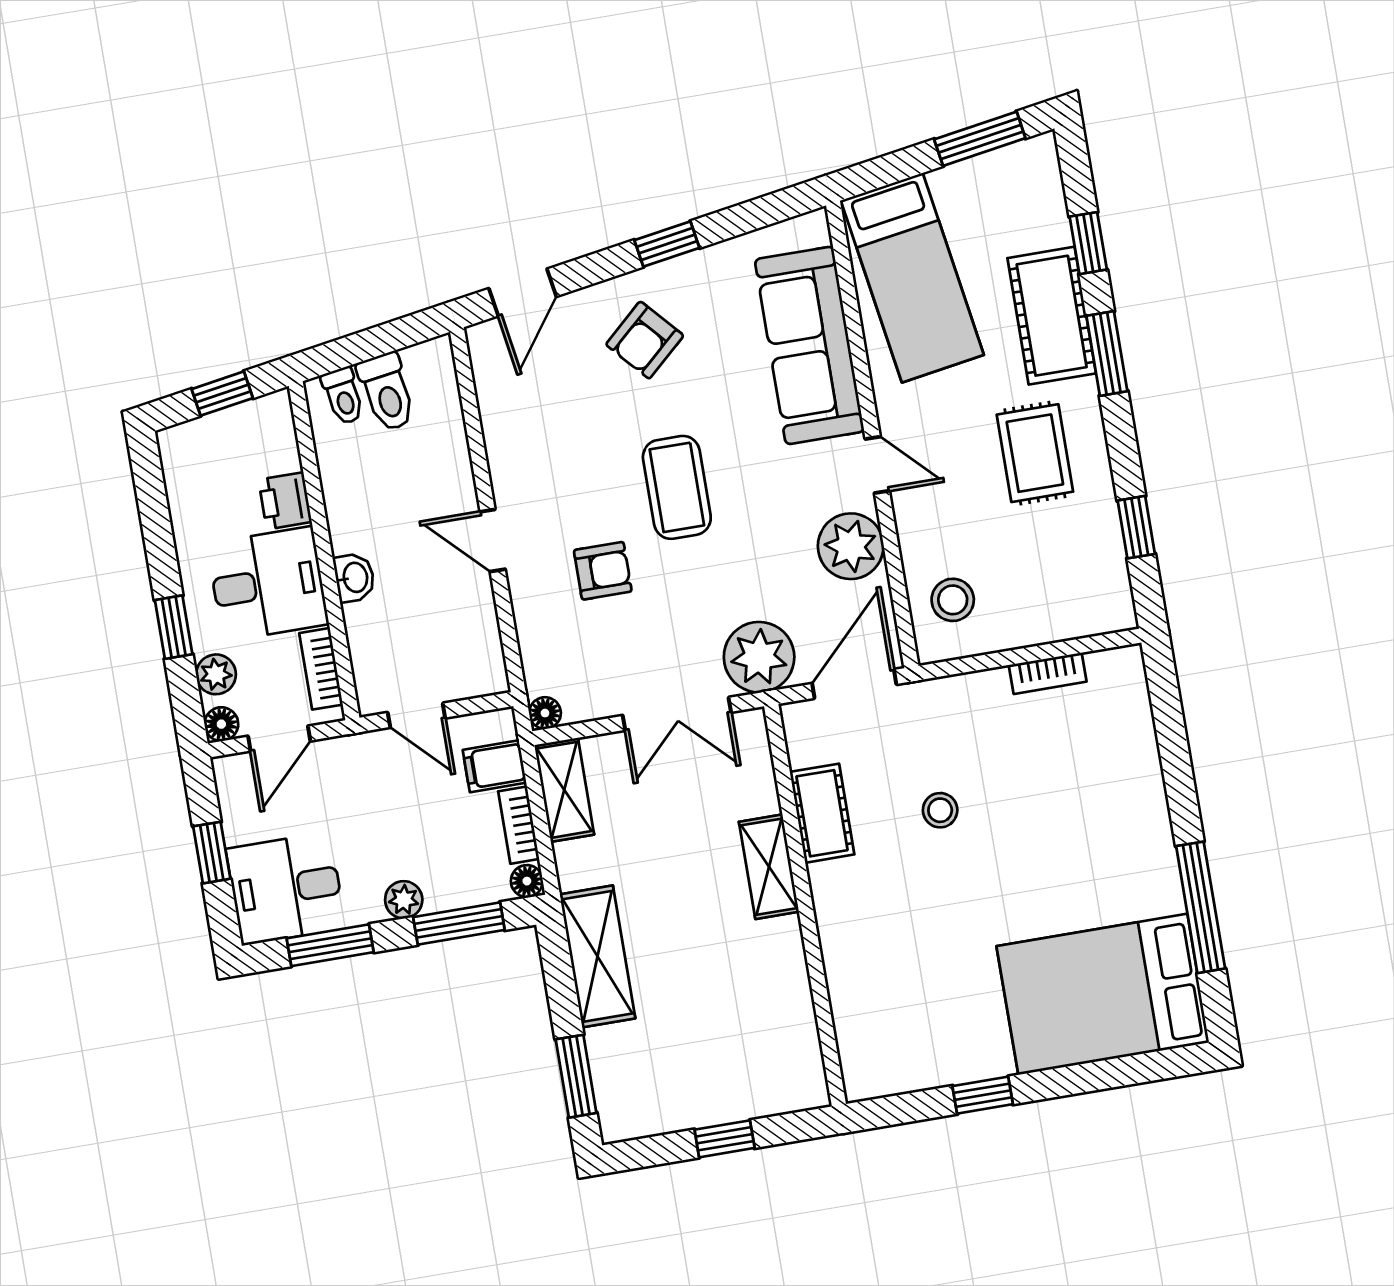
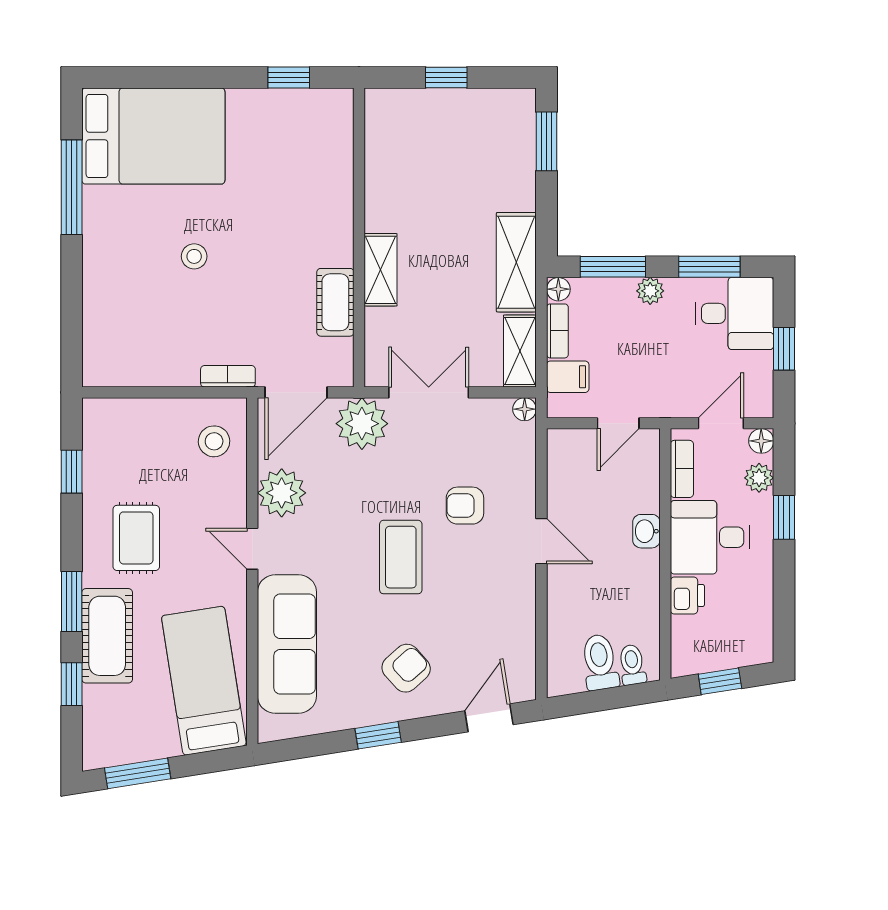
bookcase: (1048, 673) -> (228, 376), moved
door: (416, 715) -> (618, 423), swing flipped
stool: (940, 810) -> (194, 256), moved
shelving: (597, 956) -> (516, 262), moved
window: (983, 1095) -> (289, 77), moved

